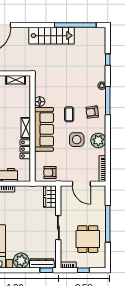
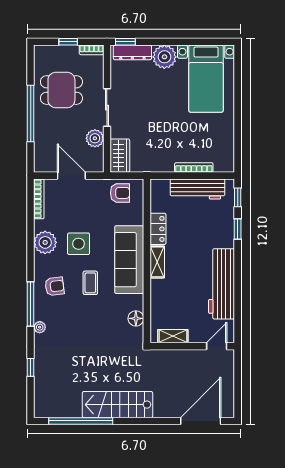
floor lamp: (40, 102) -> (136, 318), moved
plant: (66, 208) -> (95, 138), added
dining table: (88, 239) -> (61, 90), turned 90

